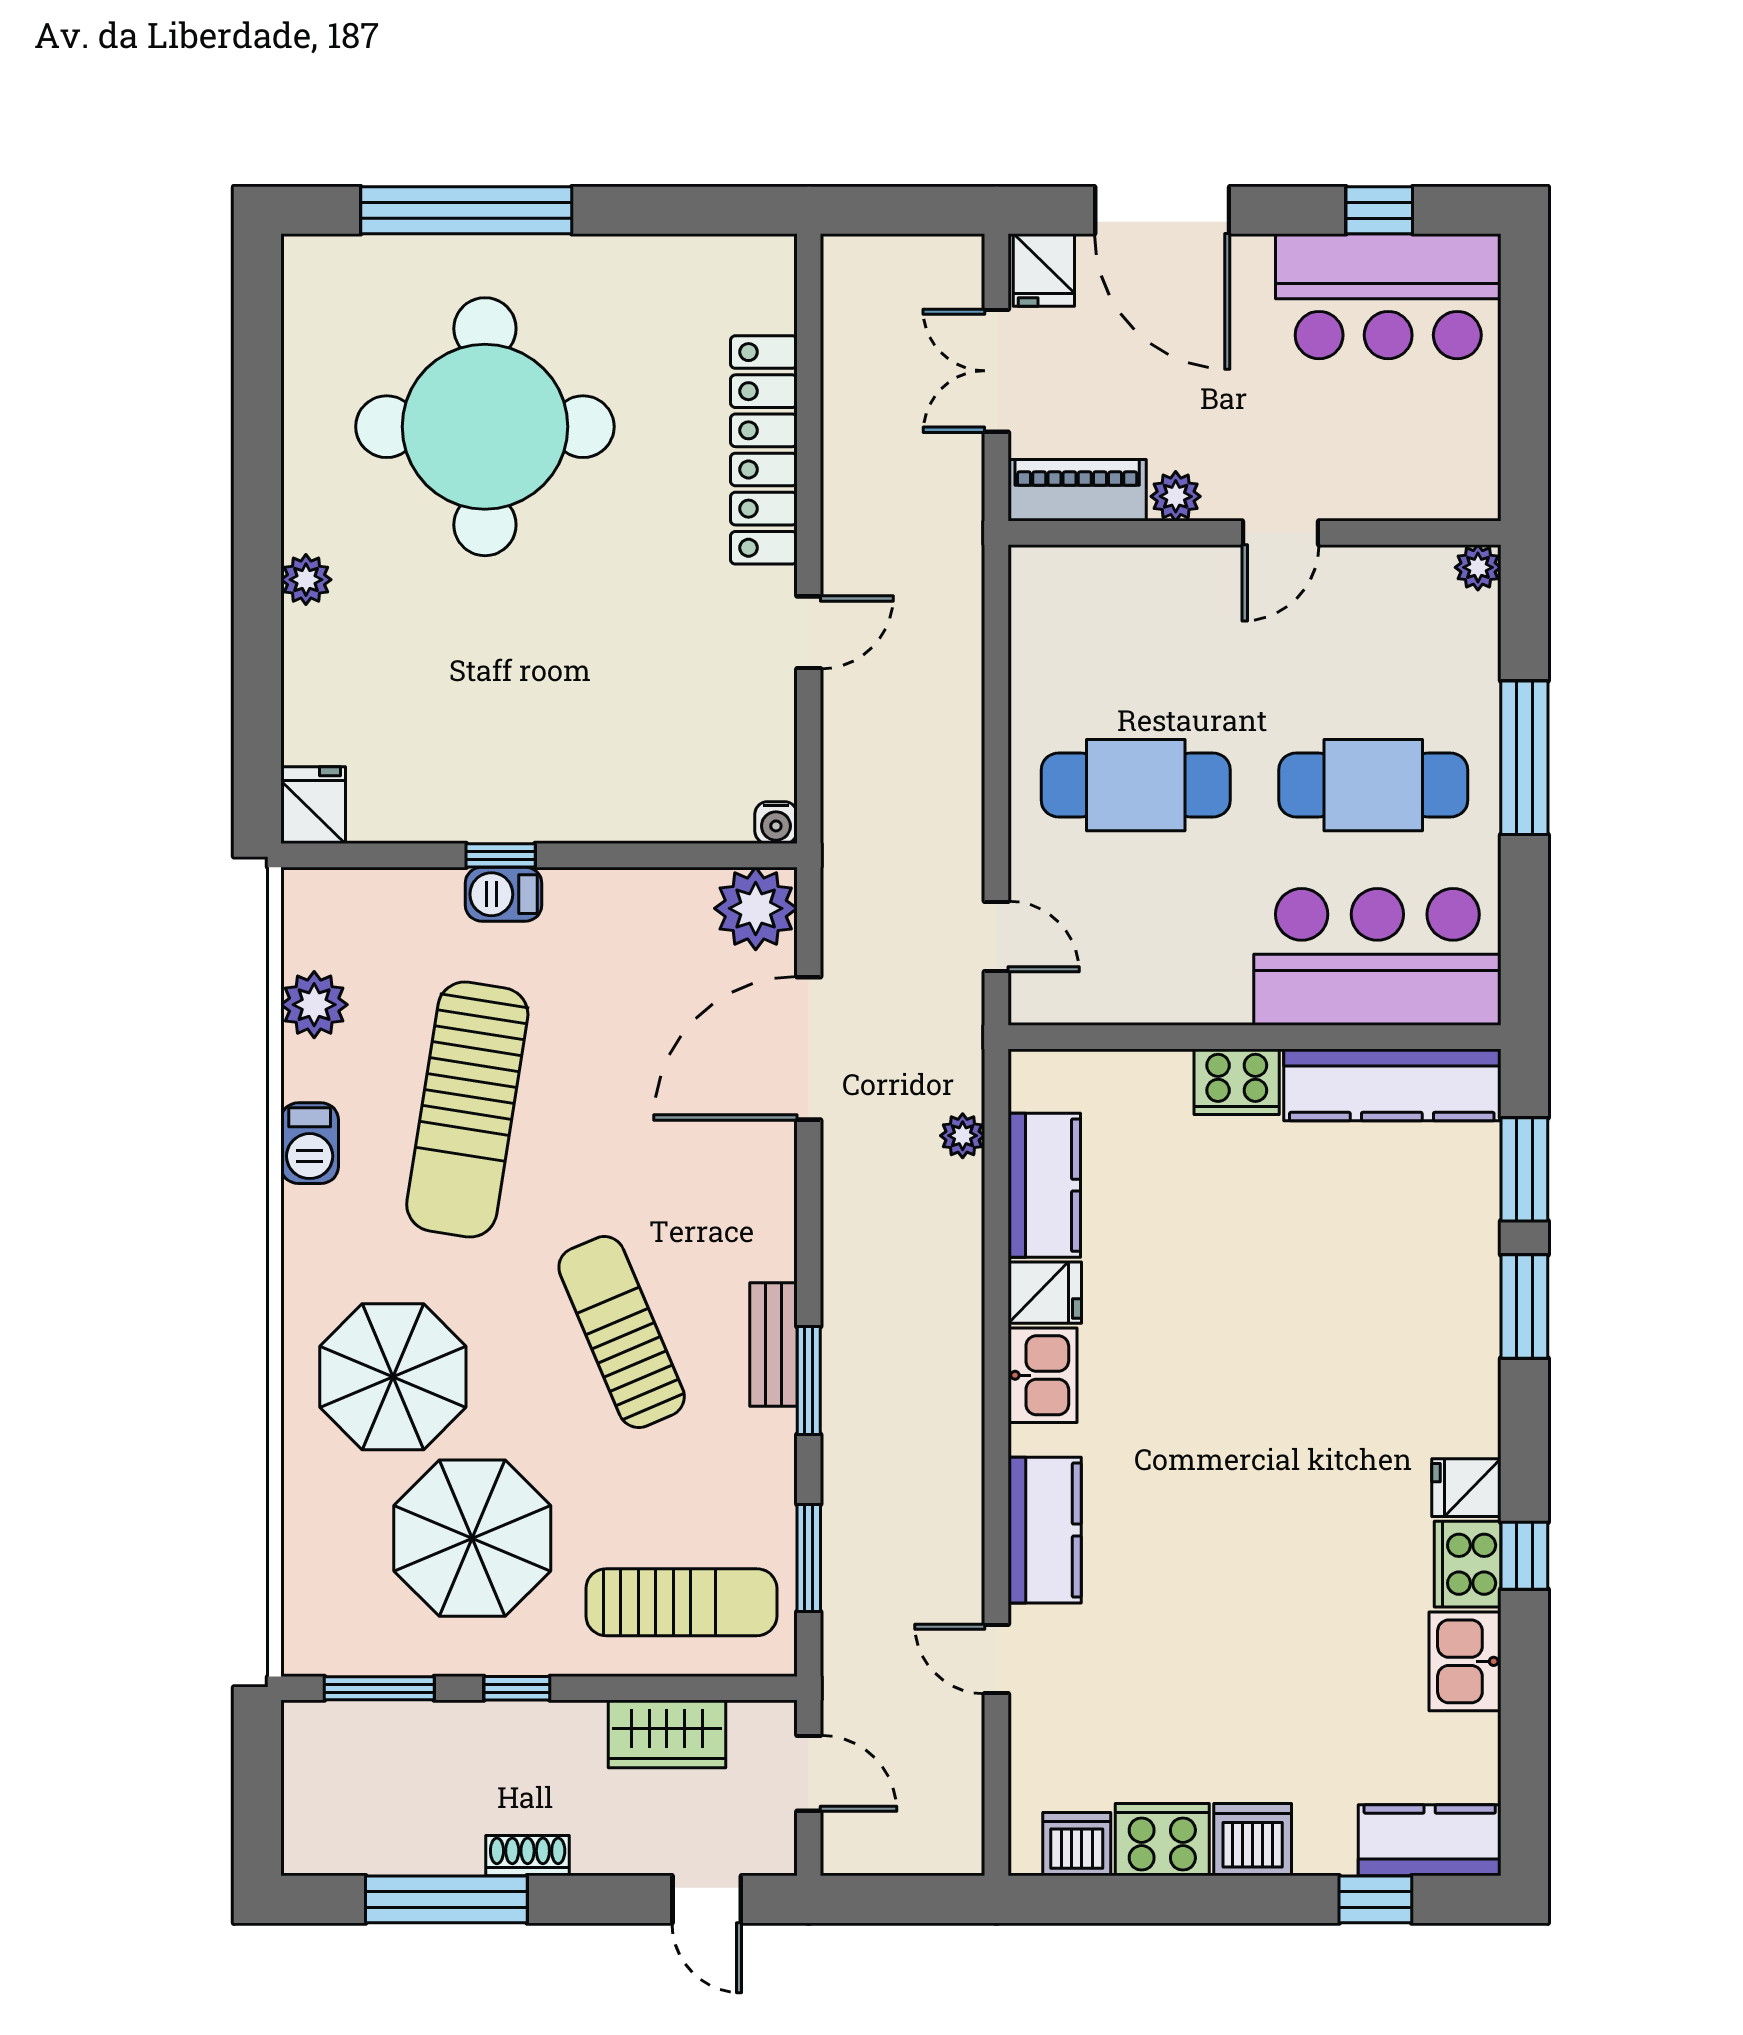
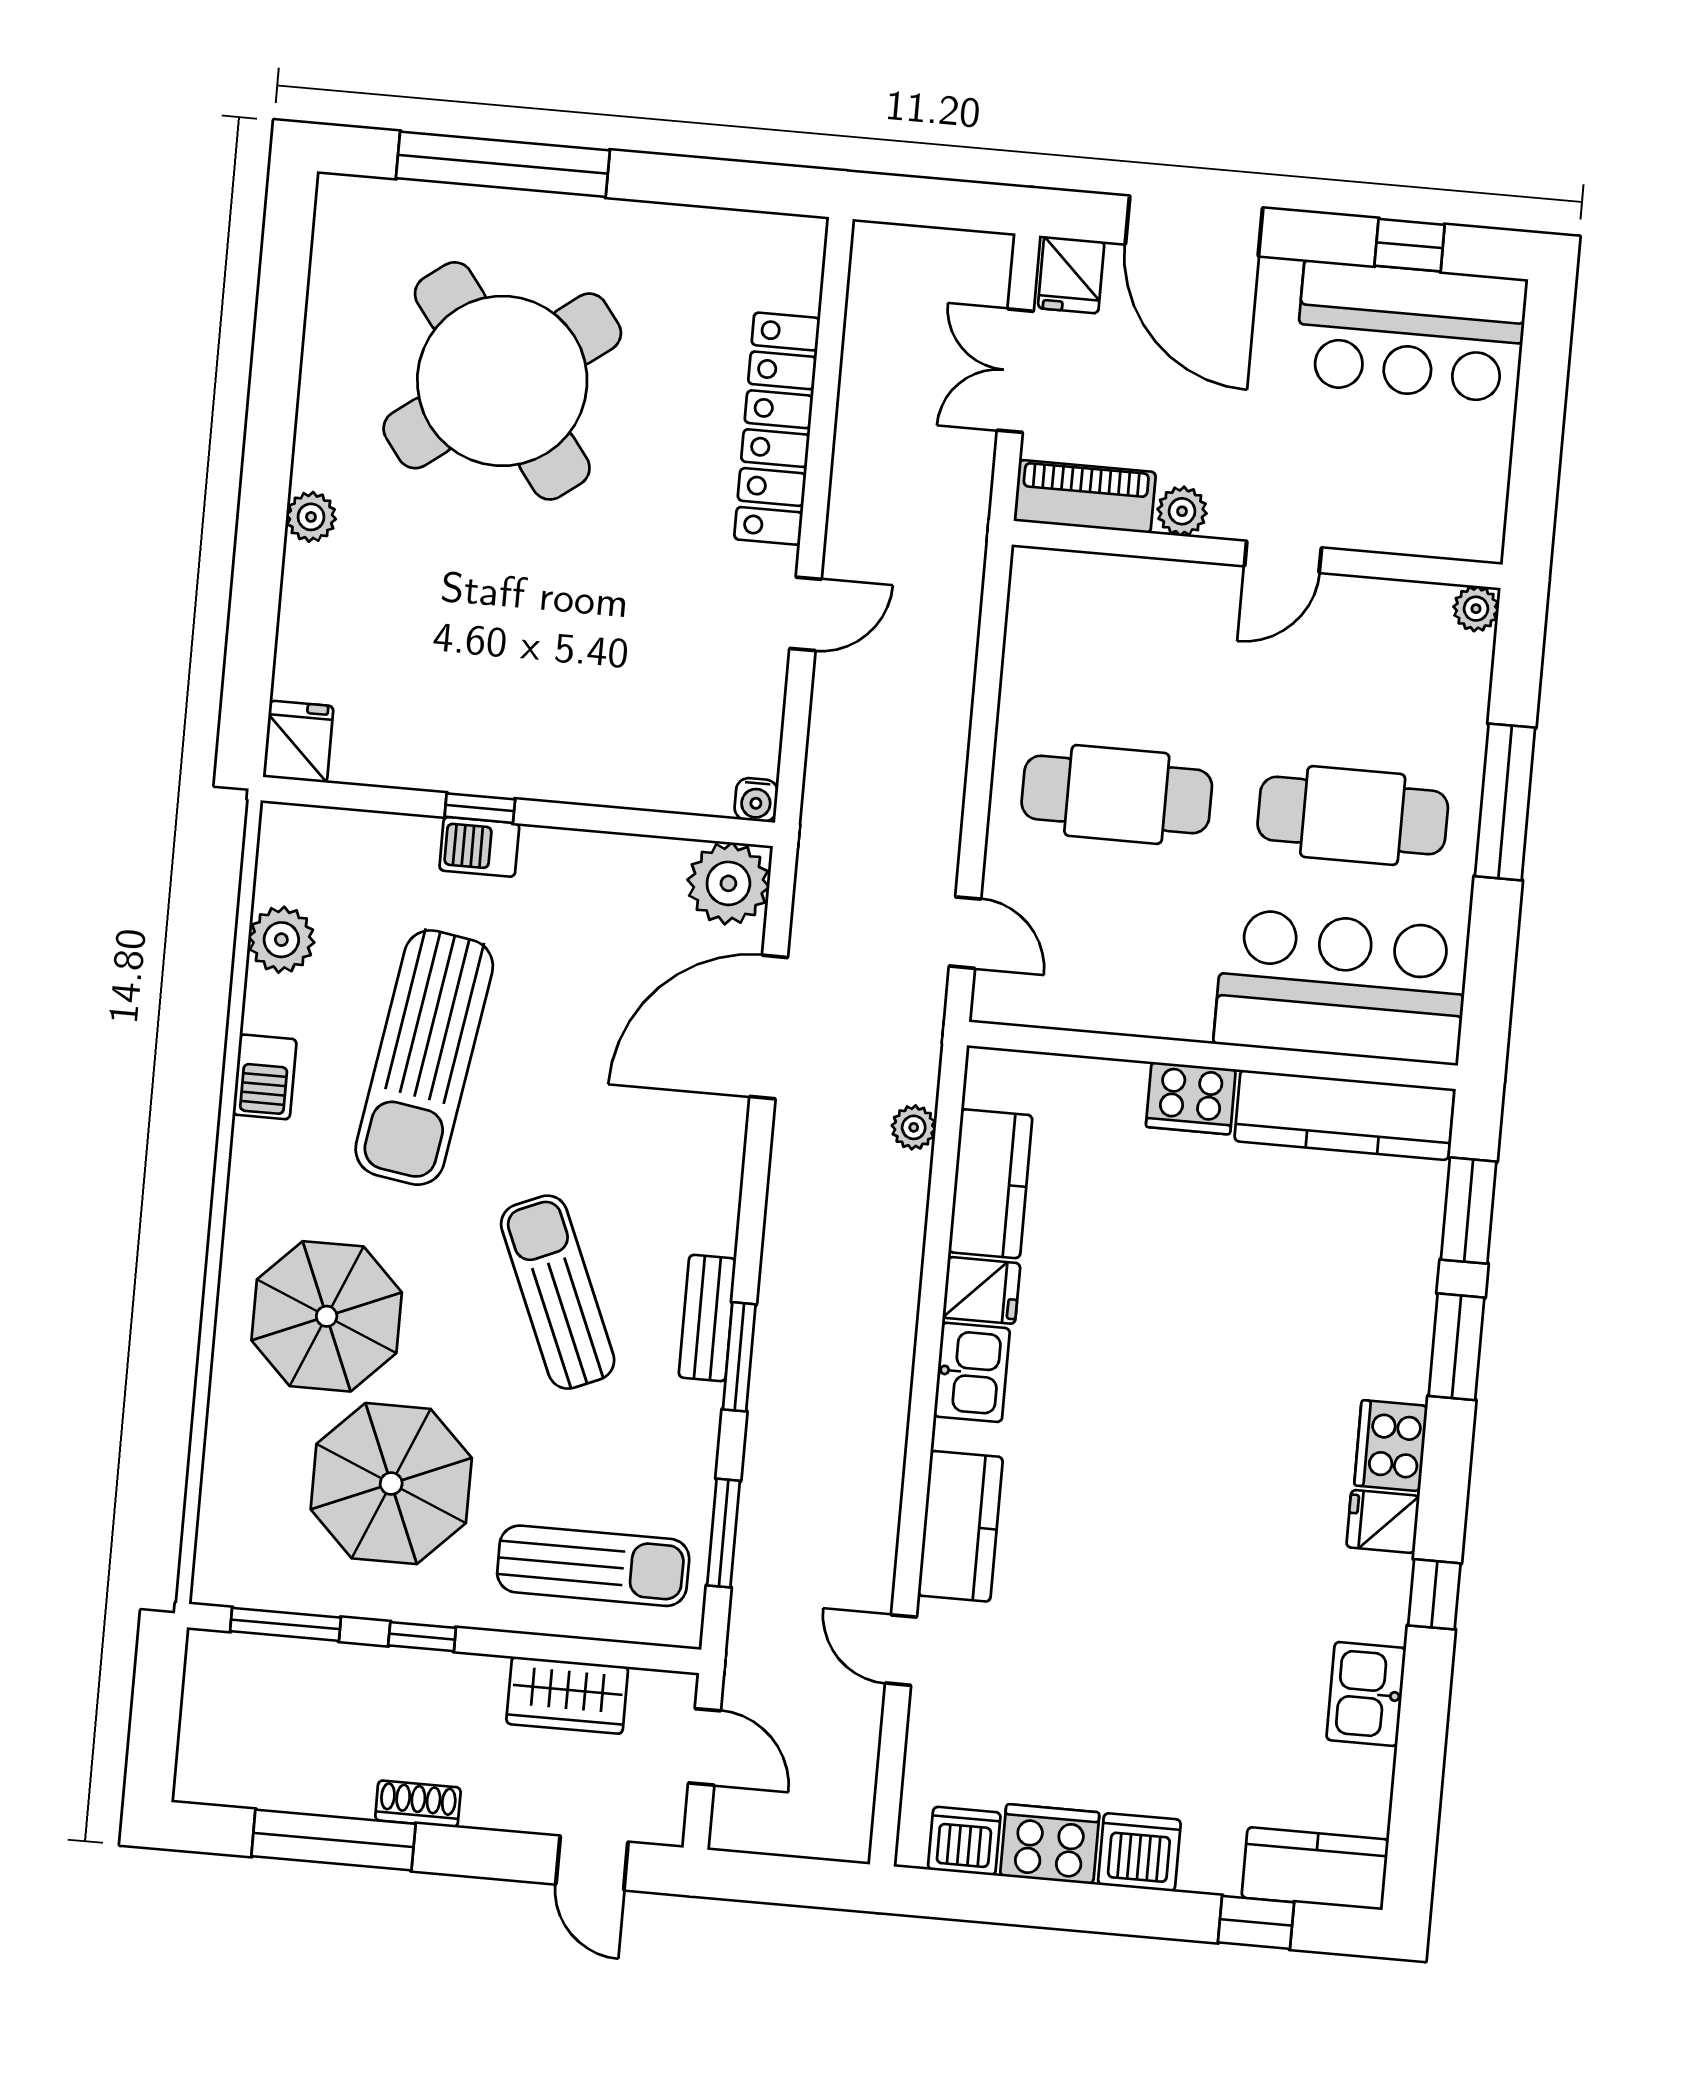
round table: (485, 427) -> (502, 381), turned -37
cooker: (1468, 1564) -> (1391, 1446), moved

